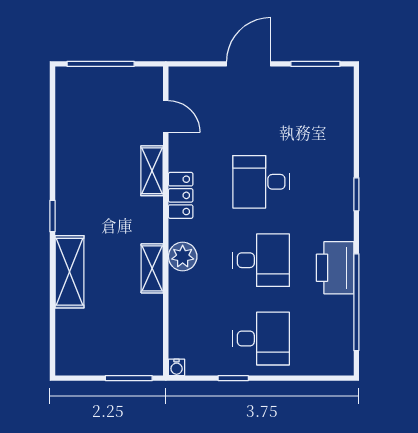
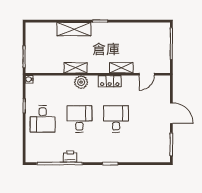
desk: (261, 260) -> (79, 119), turned 180
printer: (335, 268) -> (70, 156), width x0.53, depth x0.68

